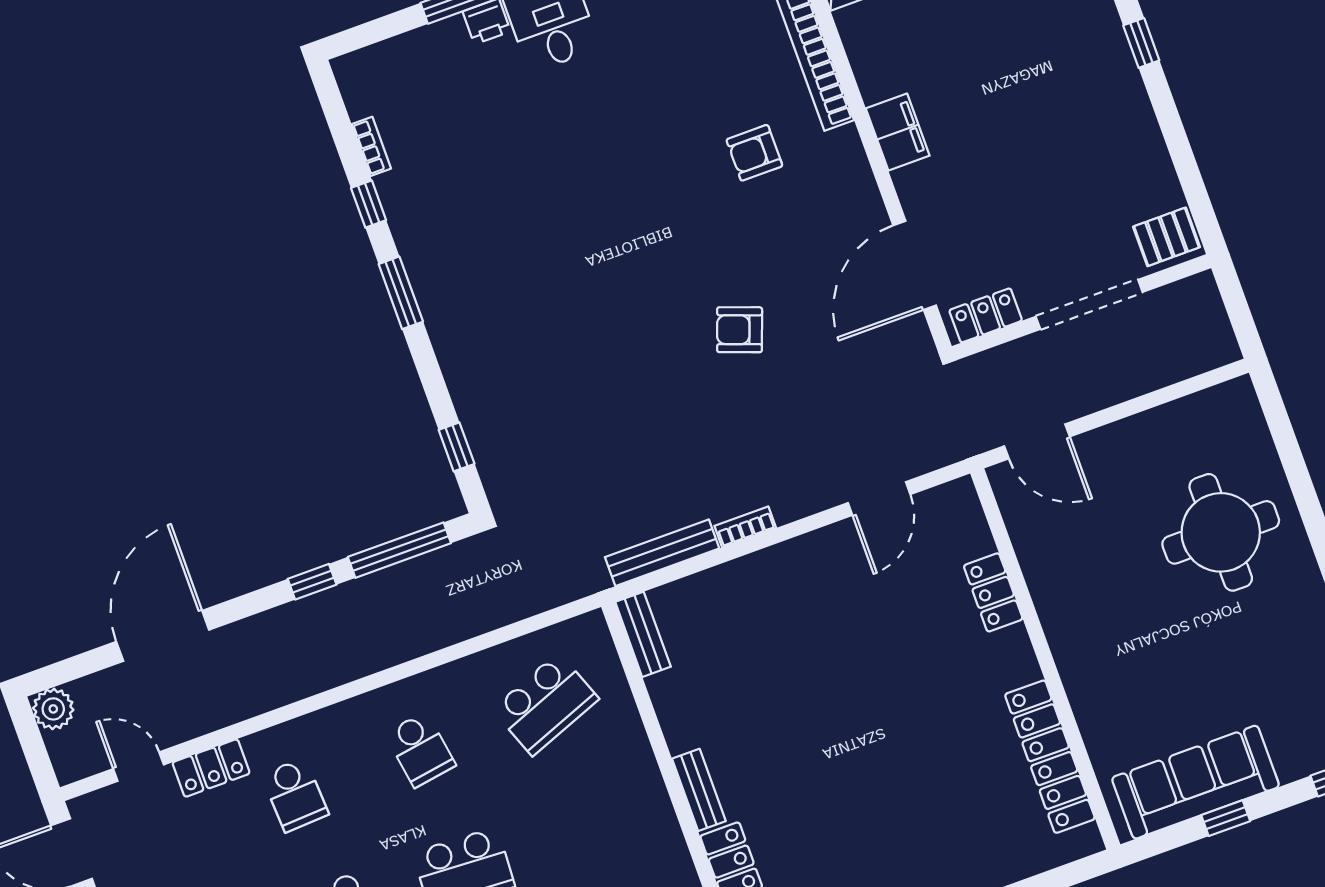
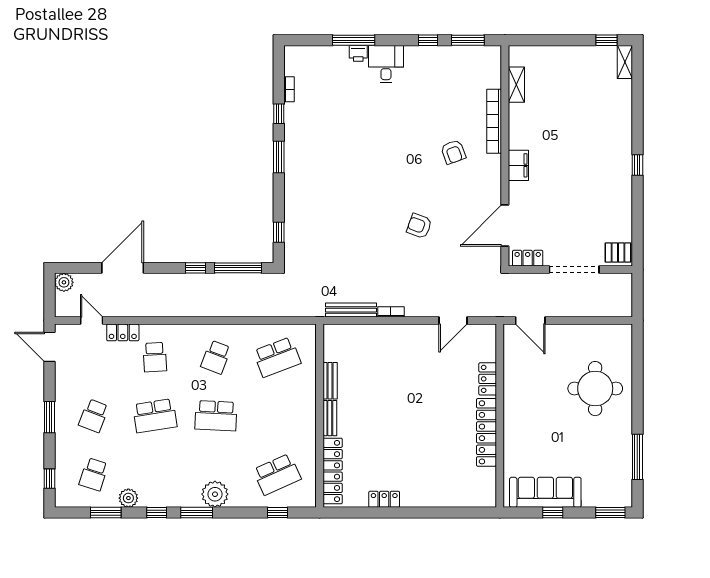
armchair: (754, 153) -> (453, 152), turned -110
bench: (643, 634) -> (330, 381), moved
school desk: (420, 749) -> (216, 357), turned 30
locker: (1050, 757) -> (486, 432), moved

